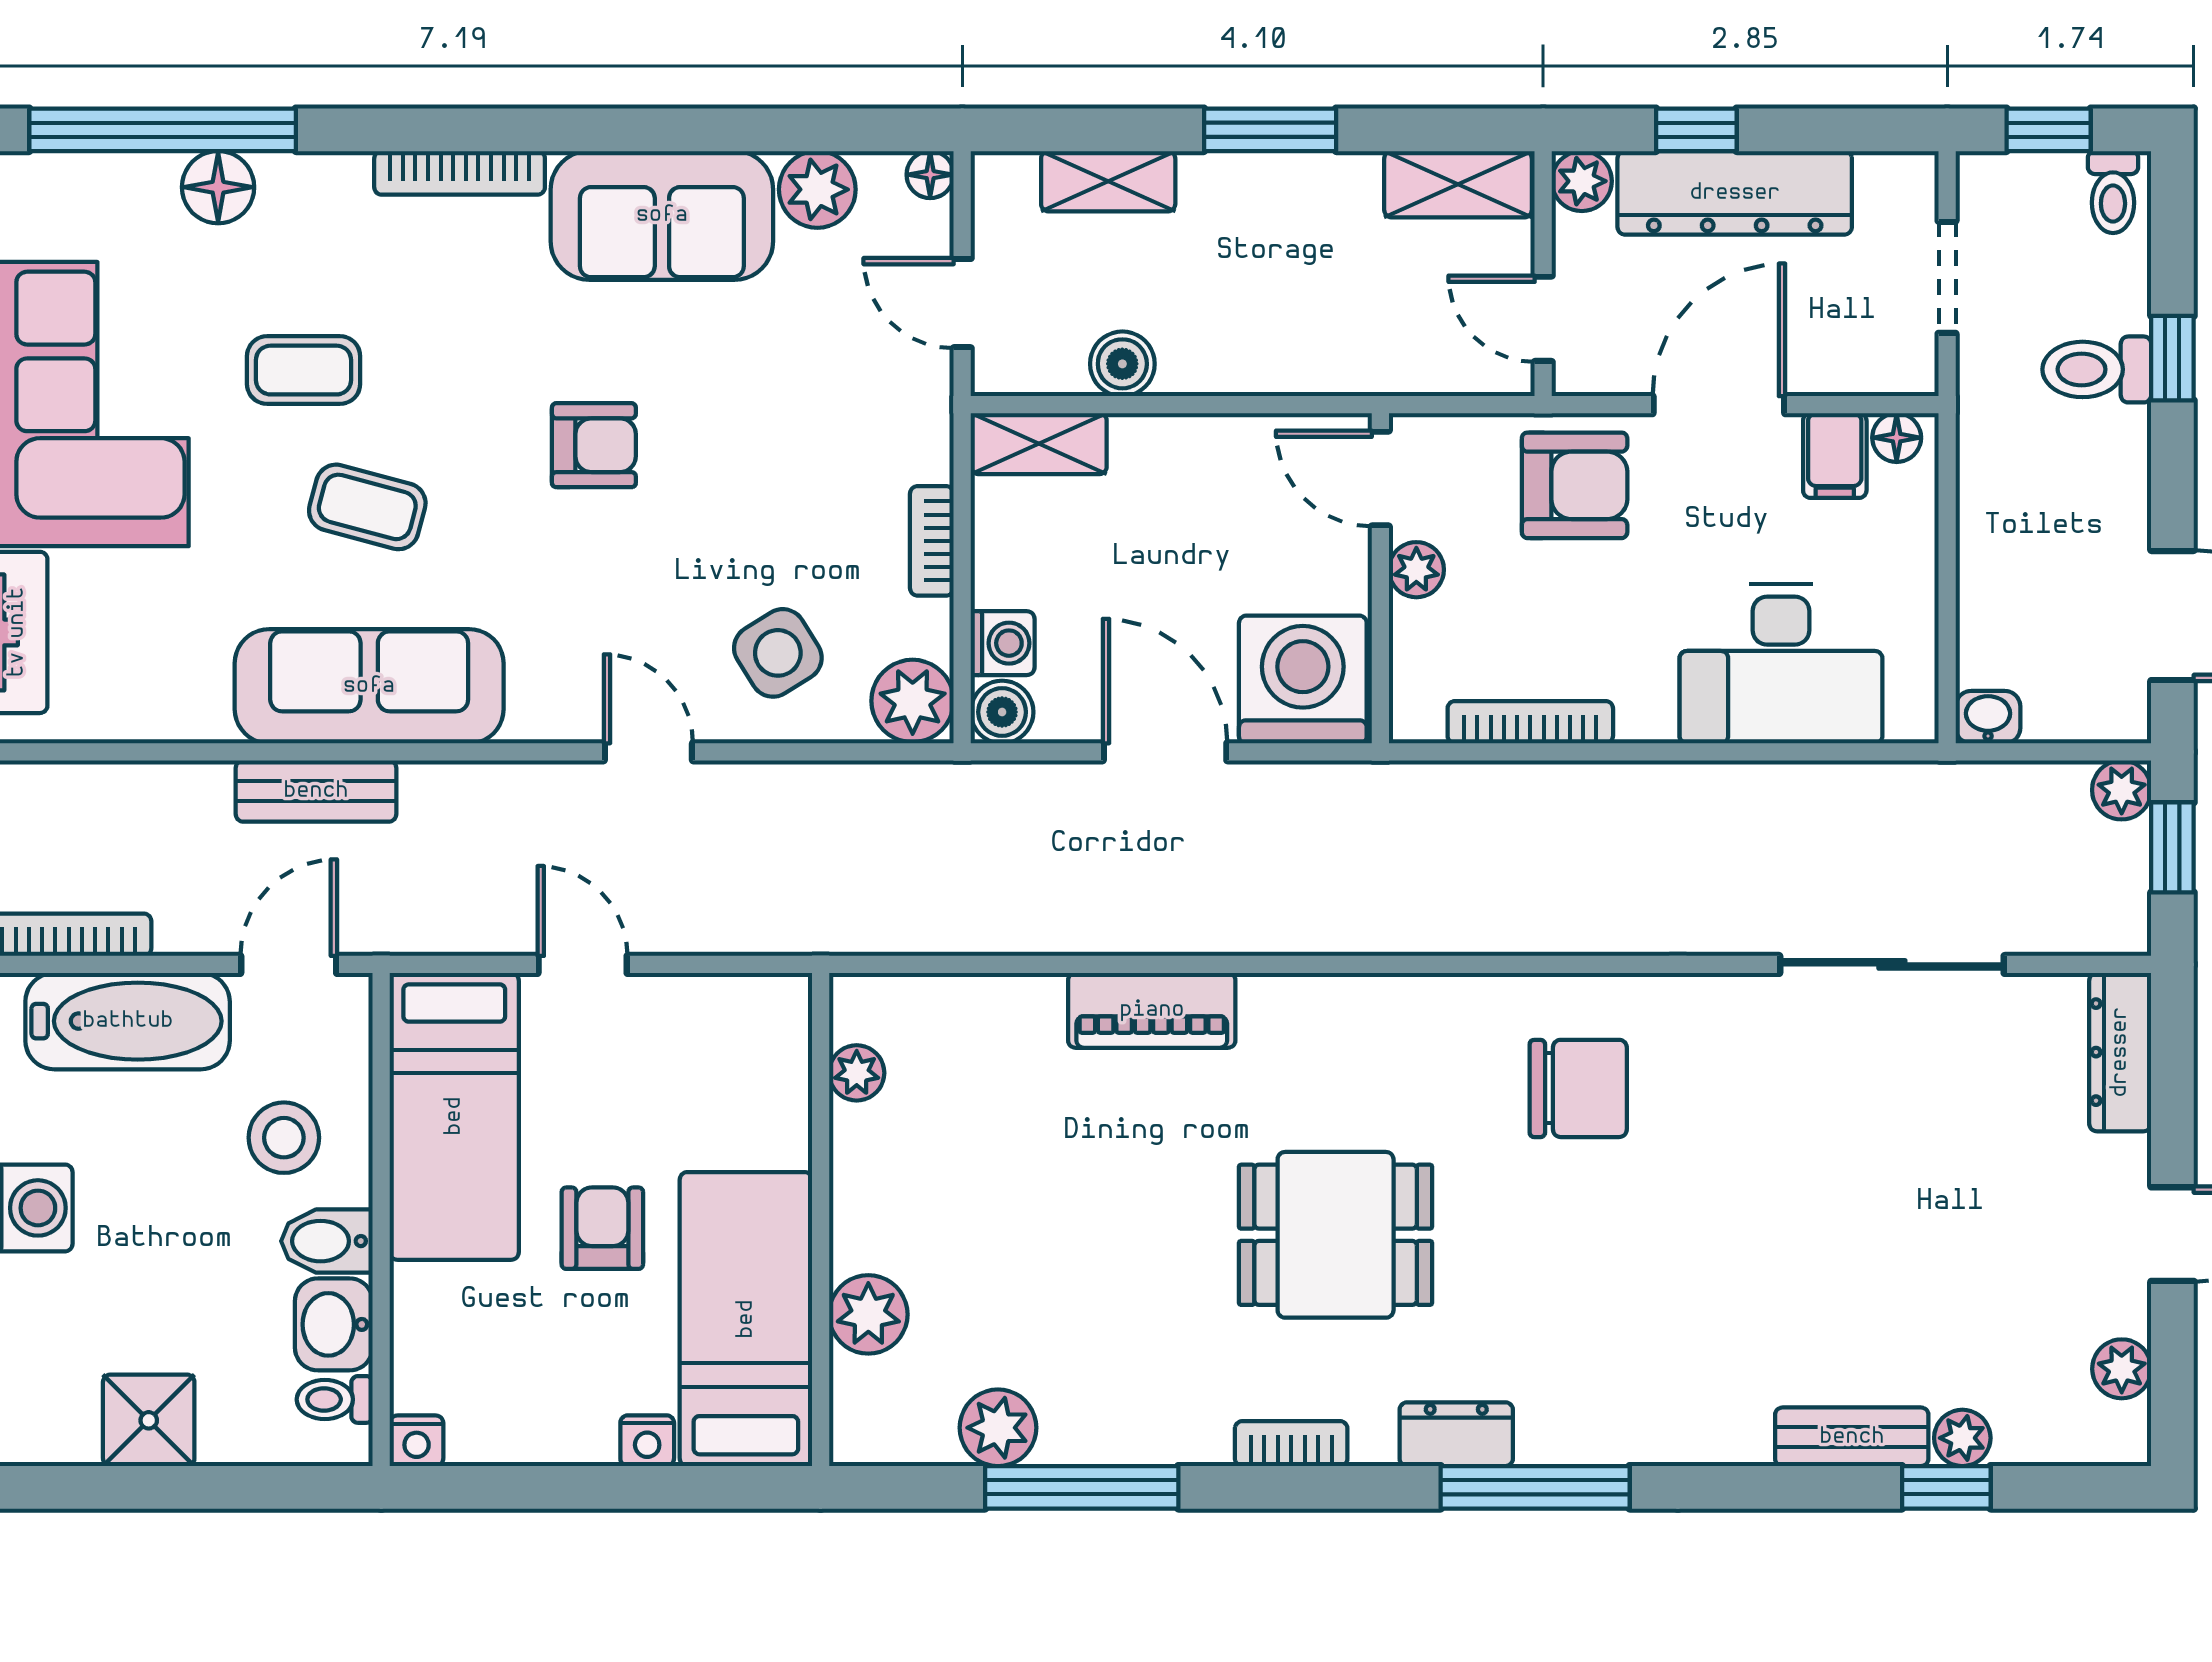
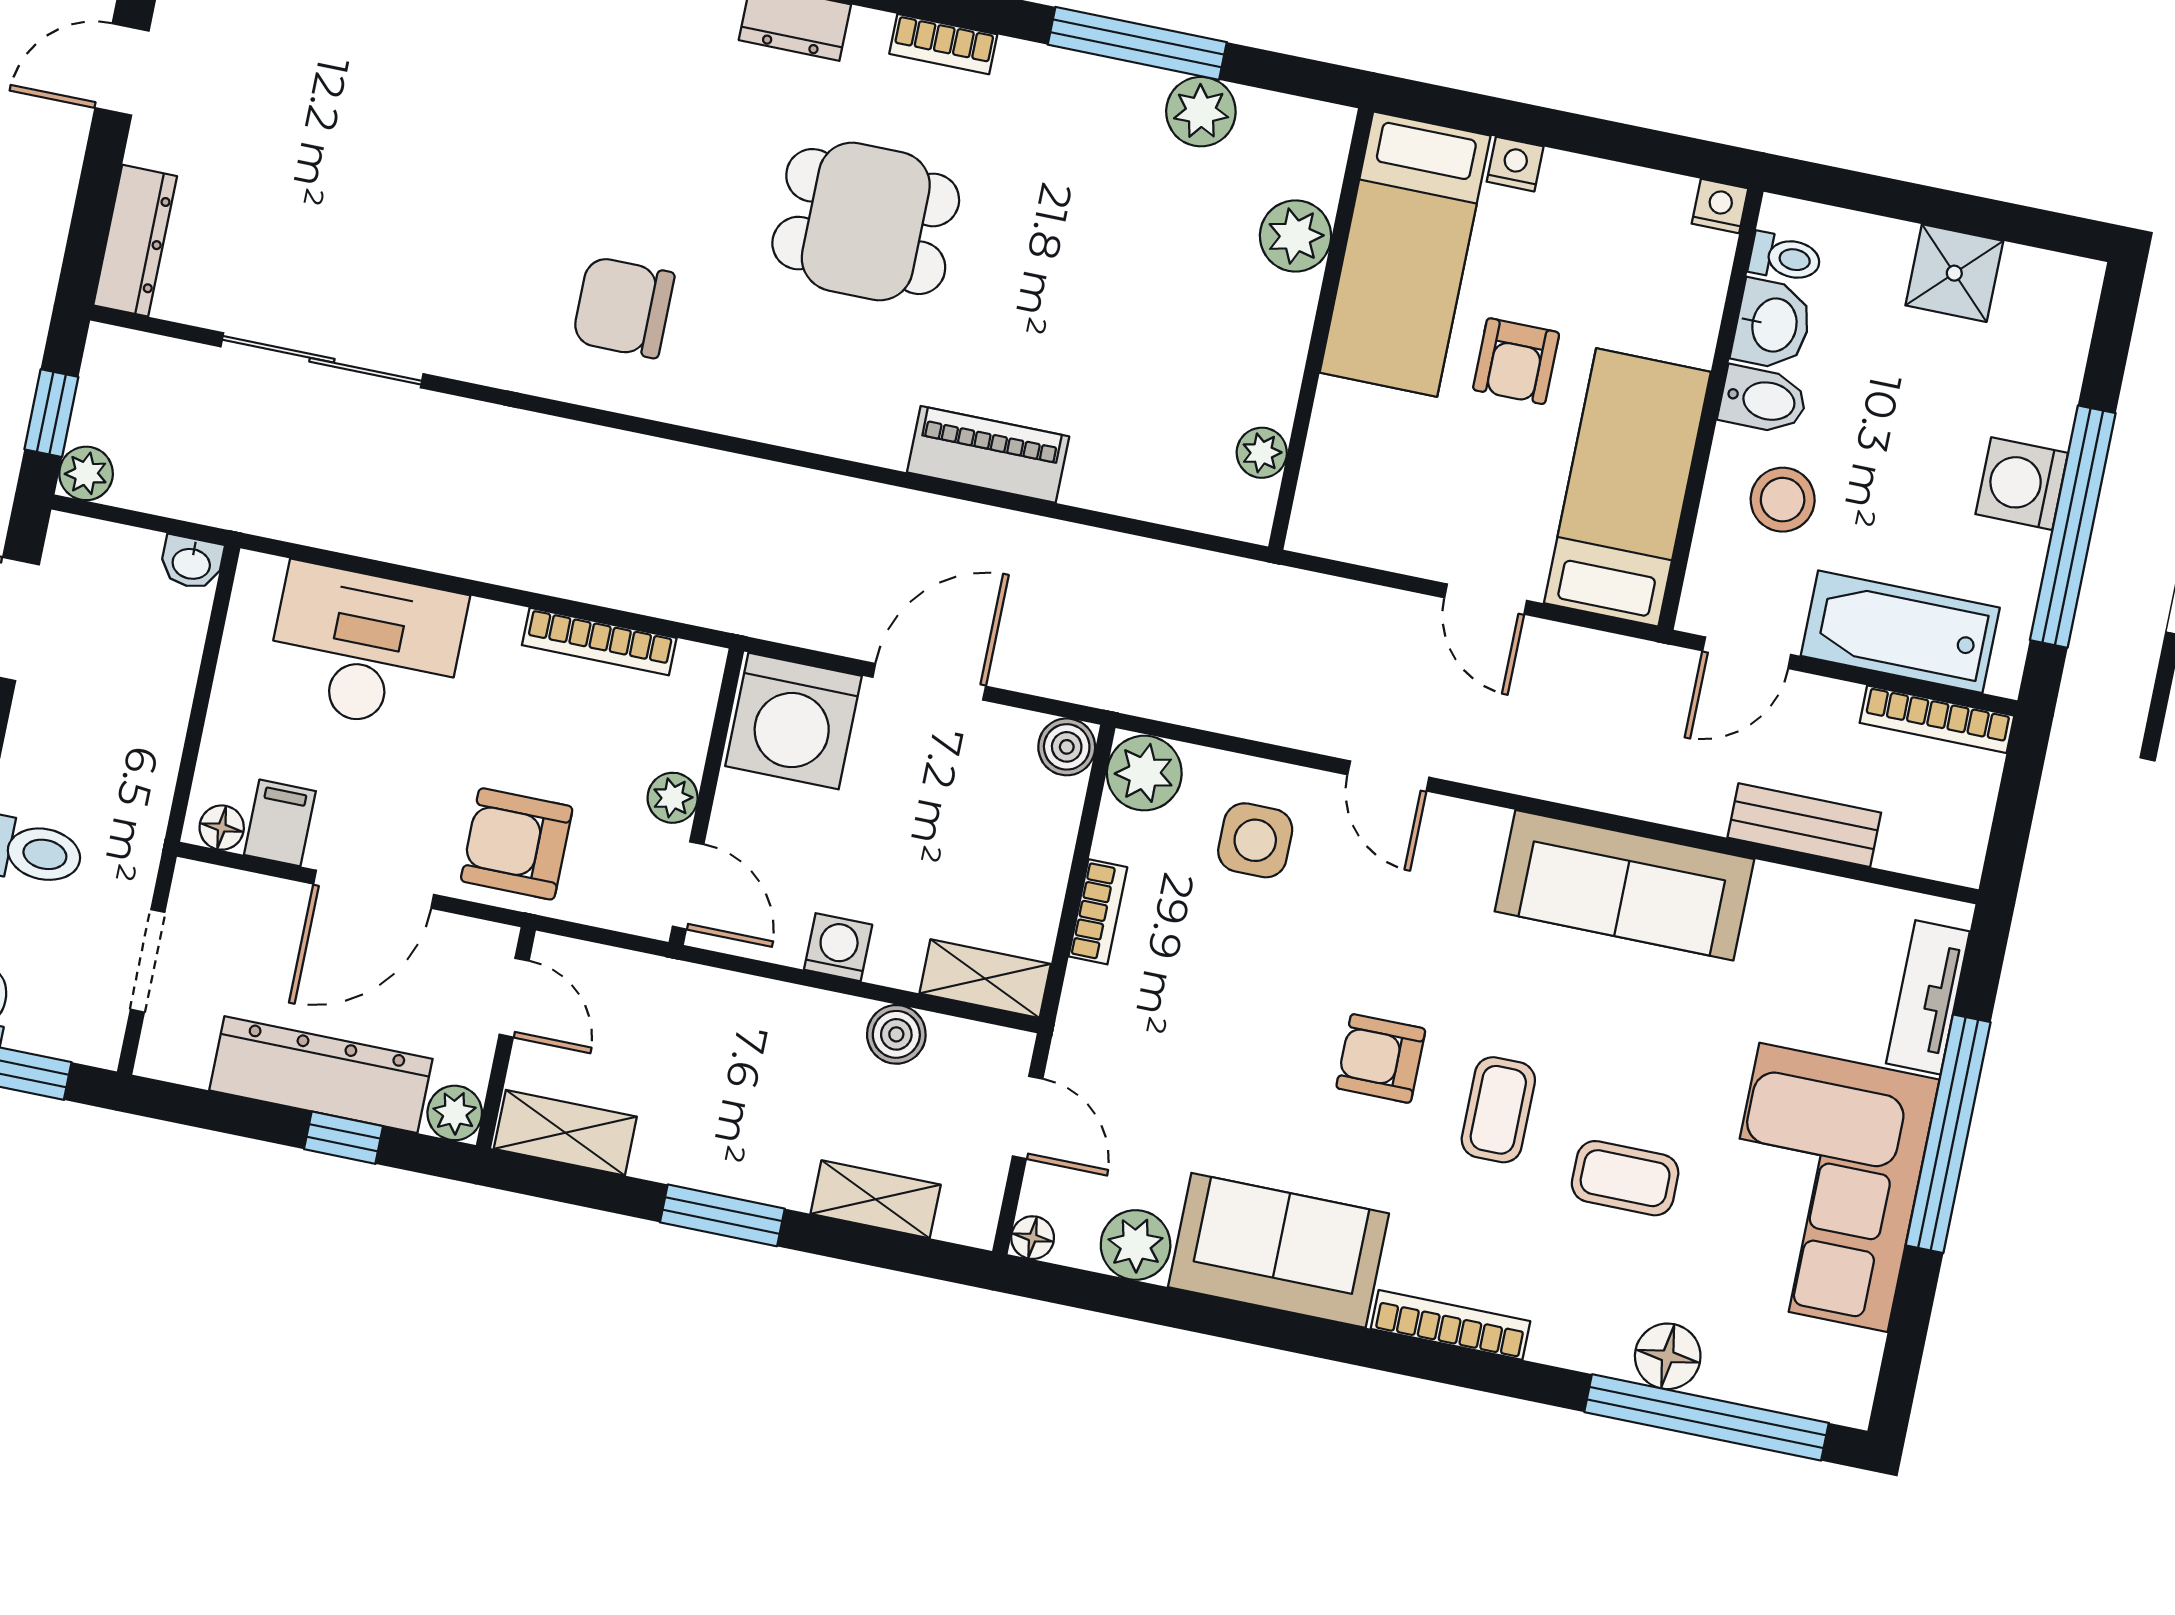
coffee table: (367, 507) -> (1498, 1110), moved, turned 75
washing machine: (1003, 643) -> (838, 947), moved, turned 90
side table: (778, 653) -> (1255, 840), turned 32
door: (1165, 752) -> (929, 682), swing flipped
bench: (316, 791) -> (1804, 825), moved

